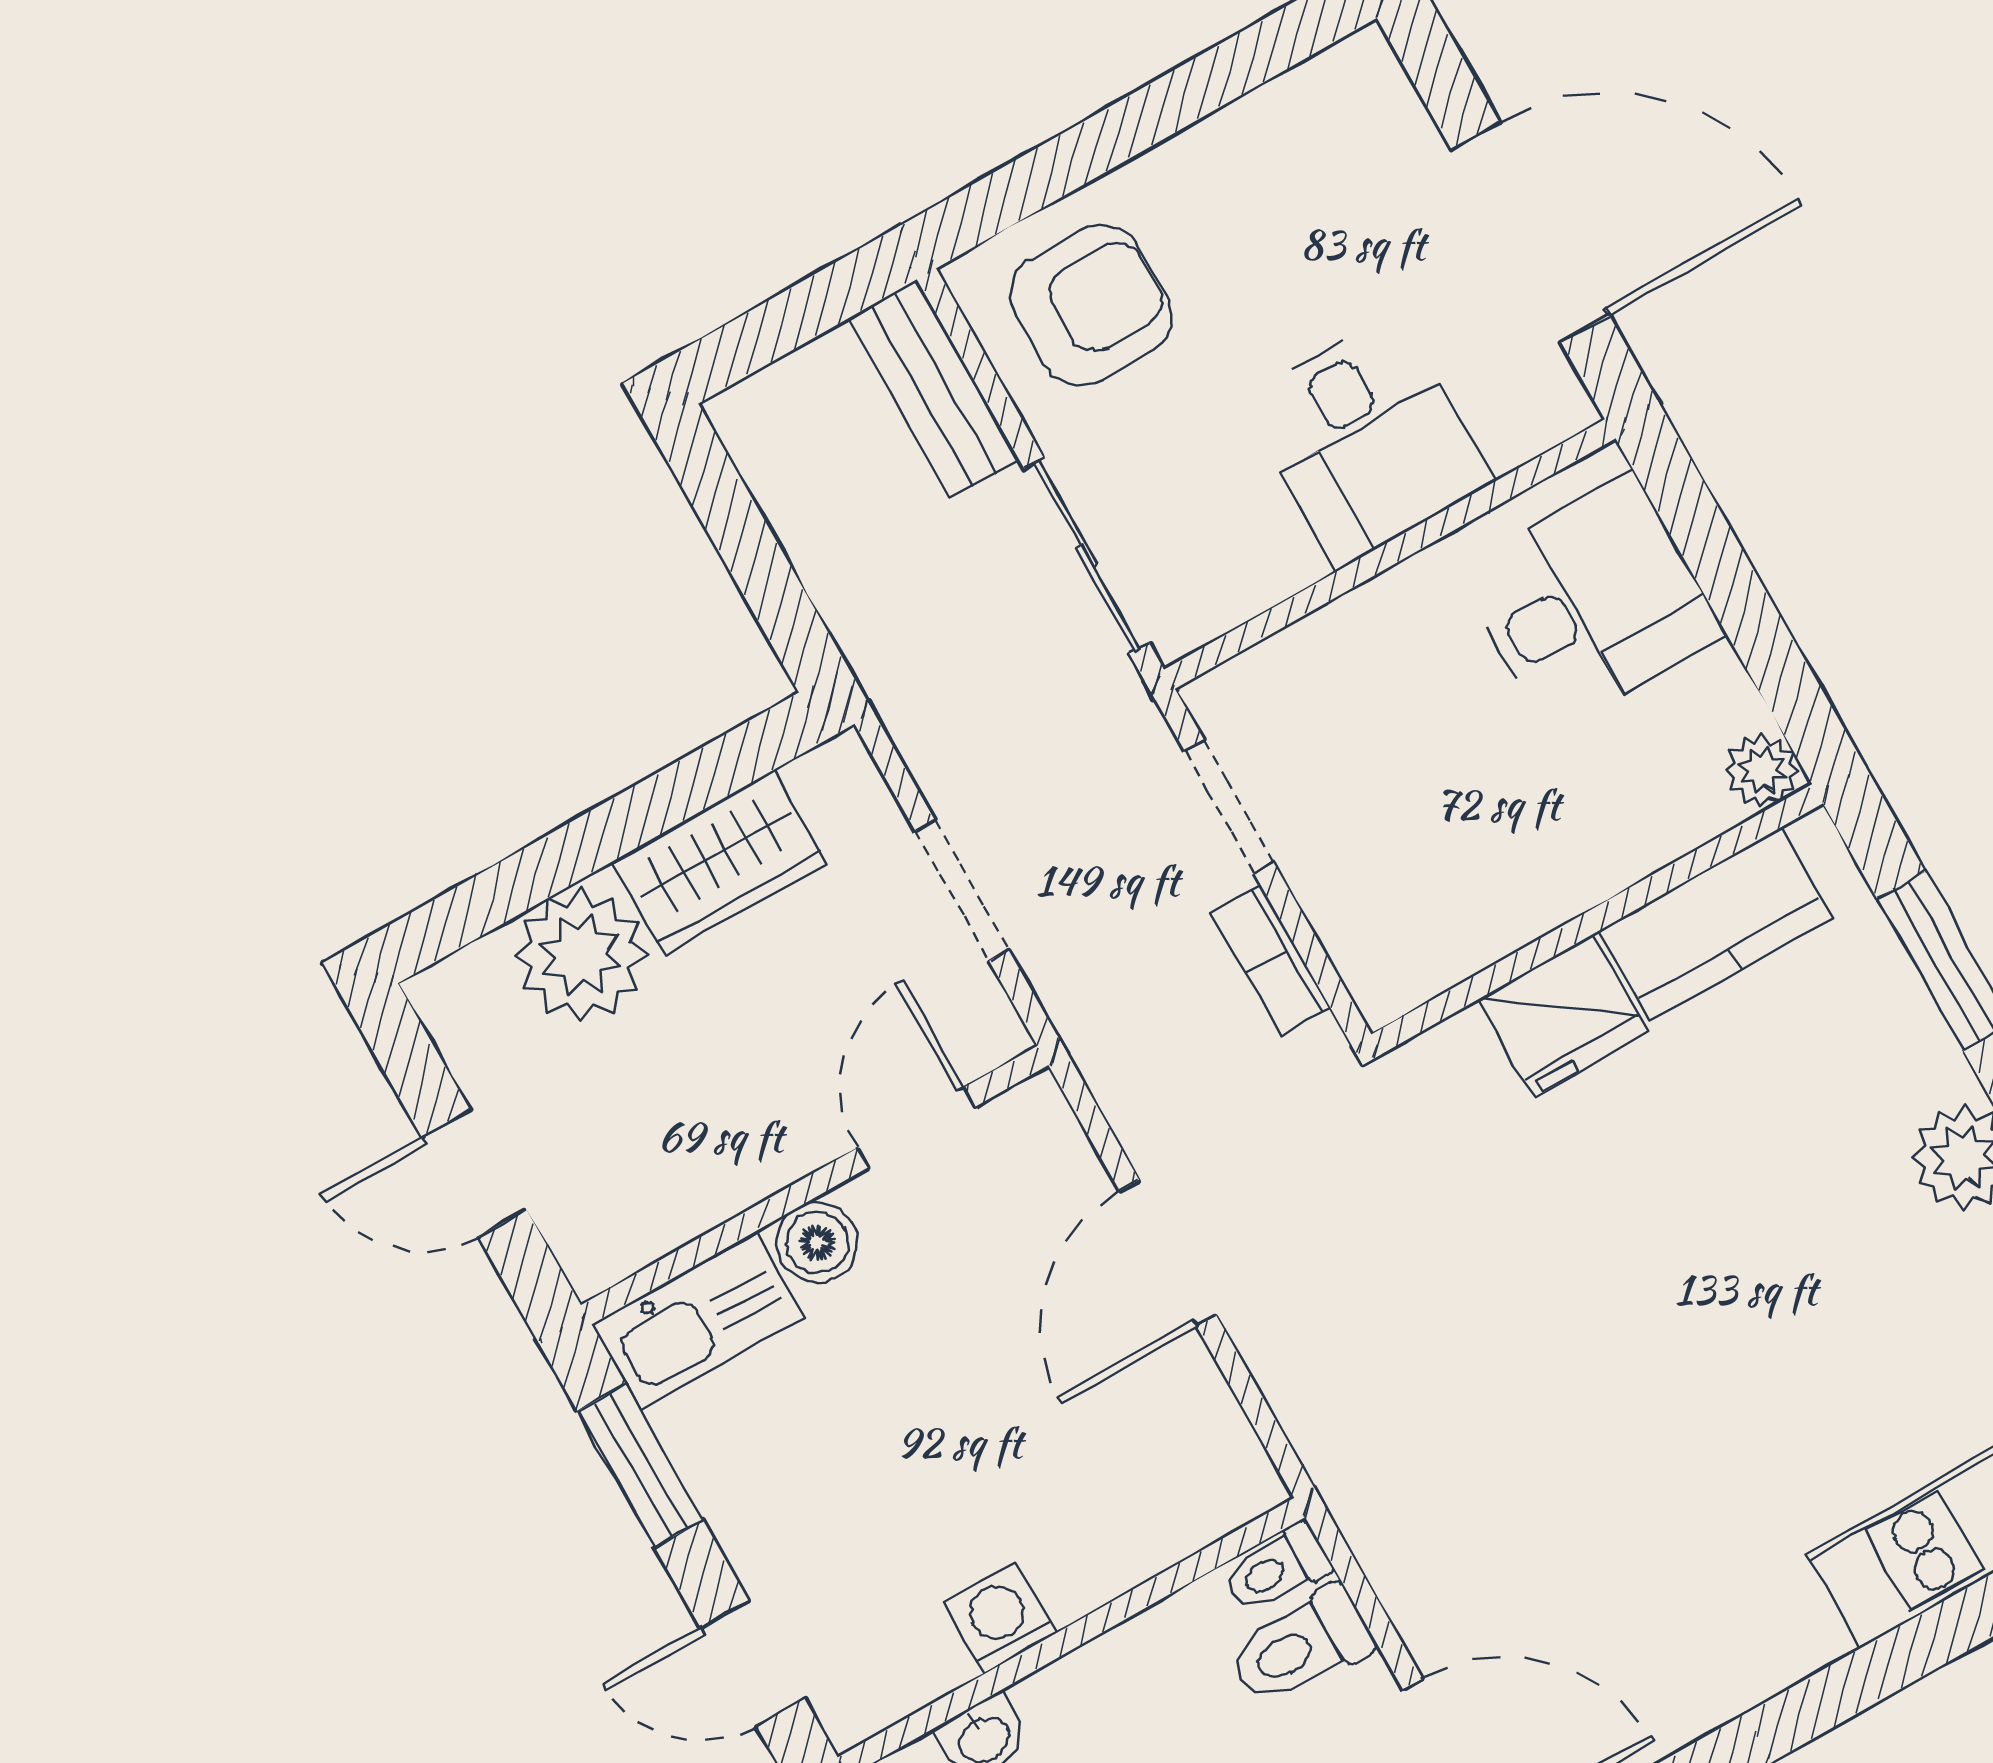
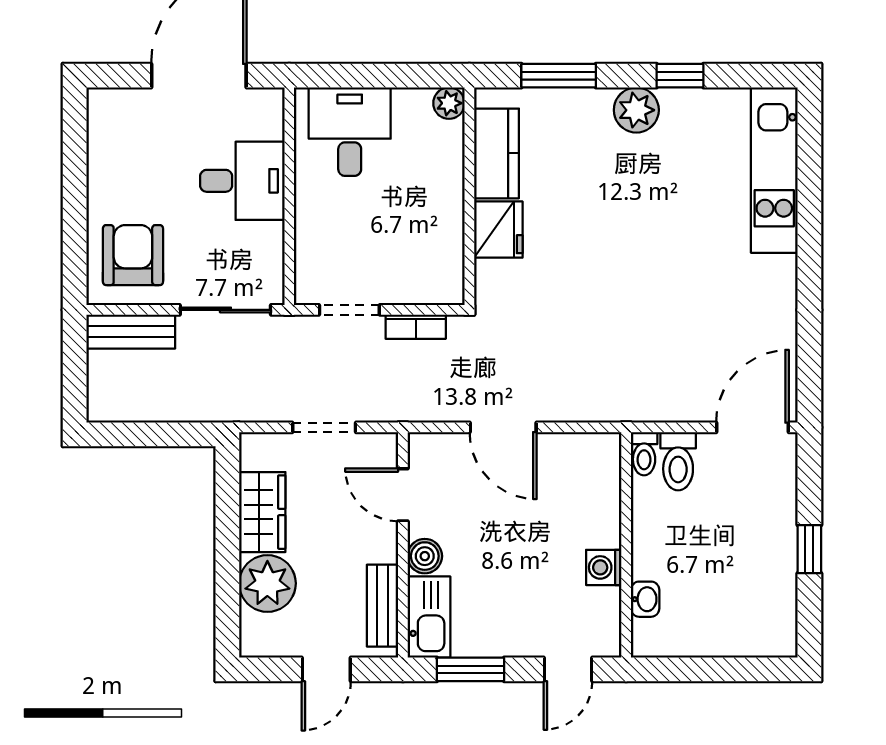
bench: (668, 1214) -> (382, 606), added

